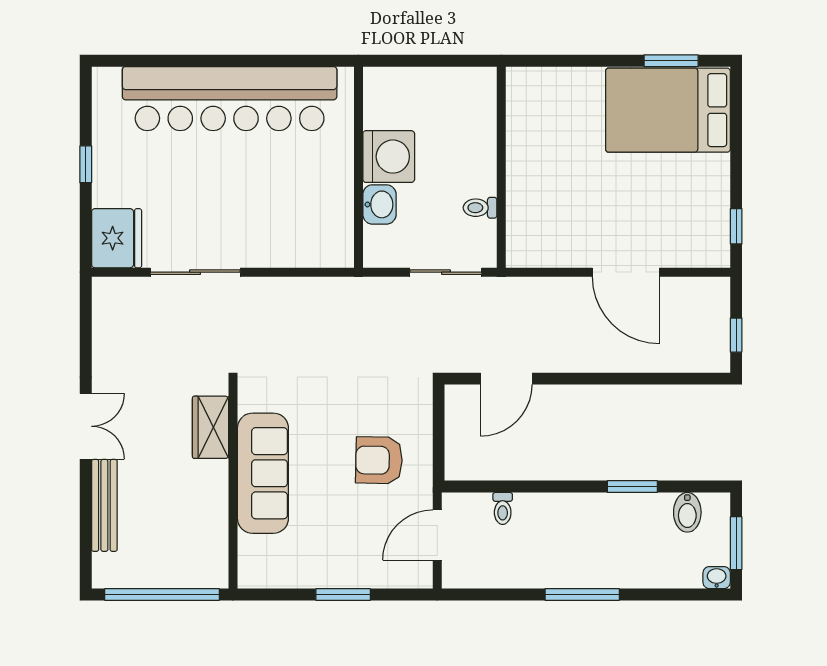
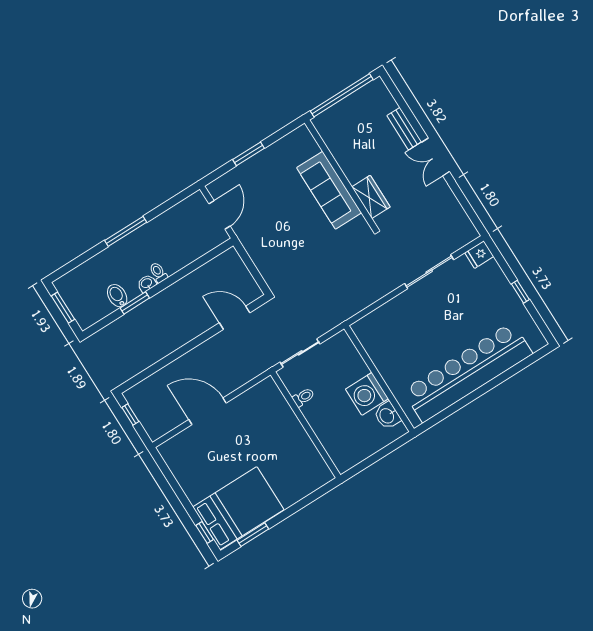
washbasin: (379, 204) -> (387, 416), moved
window: (736, 226) -> (205, 533), moved
fridge: (117, 238) -> (479, 255), width x0.53, depth x0.75
door: (506, 379) -> (235, 318), hinge flipped
armchair: (379, 460) -> (274, 235), removed
bench: (104, 505) -> (404, 129), width x0.73
toilet: (503, 508) -> (158, 272), moved
bidet: (687, 512) -> (117, 296), moved
washbasin: (717, 578) -> (147, 283), moved, turned 180

